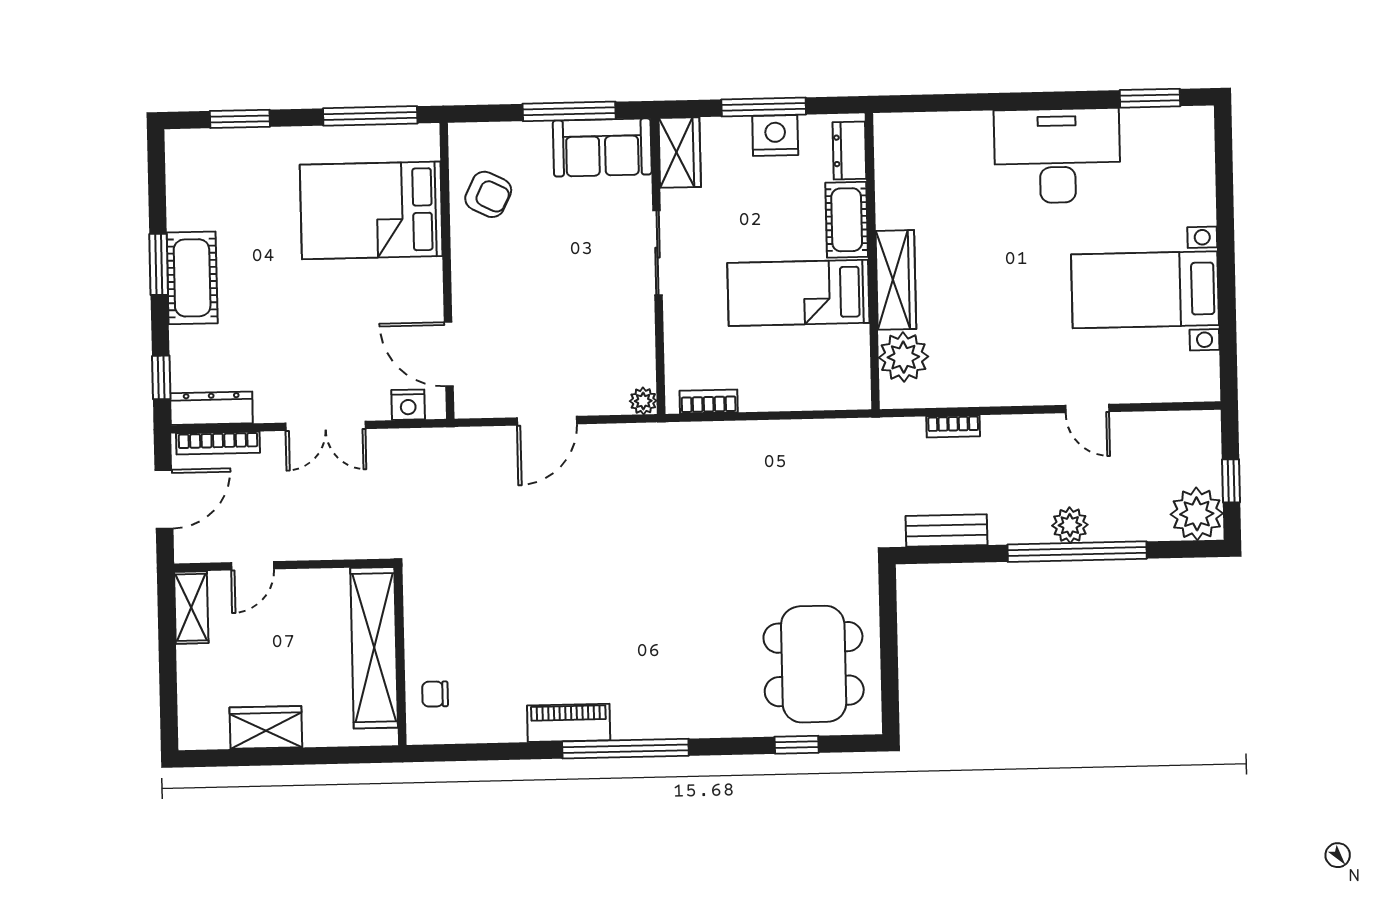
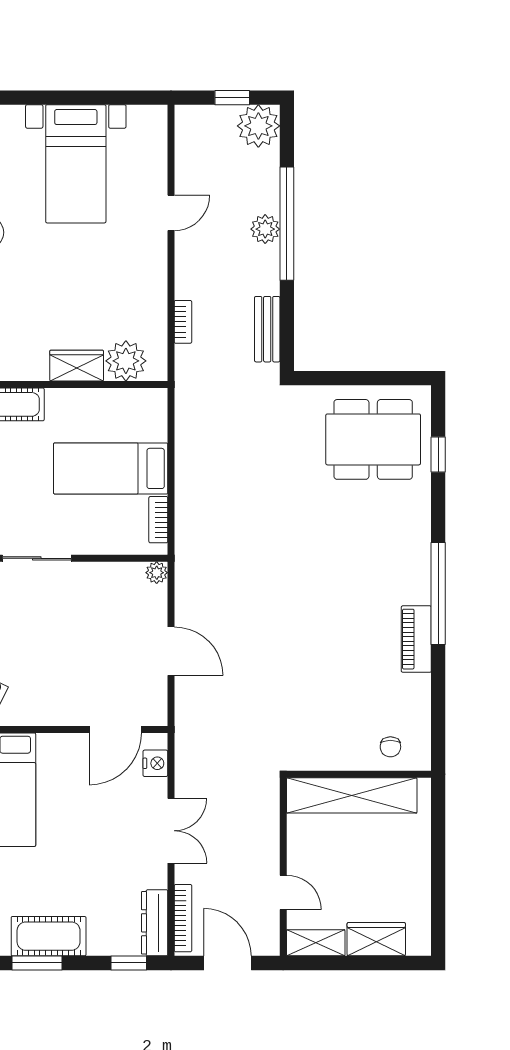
wardrobe: (896, 280) -> (77, 366), width x0.67
bed: (798, 293) -> (111, 468), moved, turned 90
wardrobe: (266, 727) -> (376, 939), moved, turned 90

